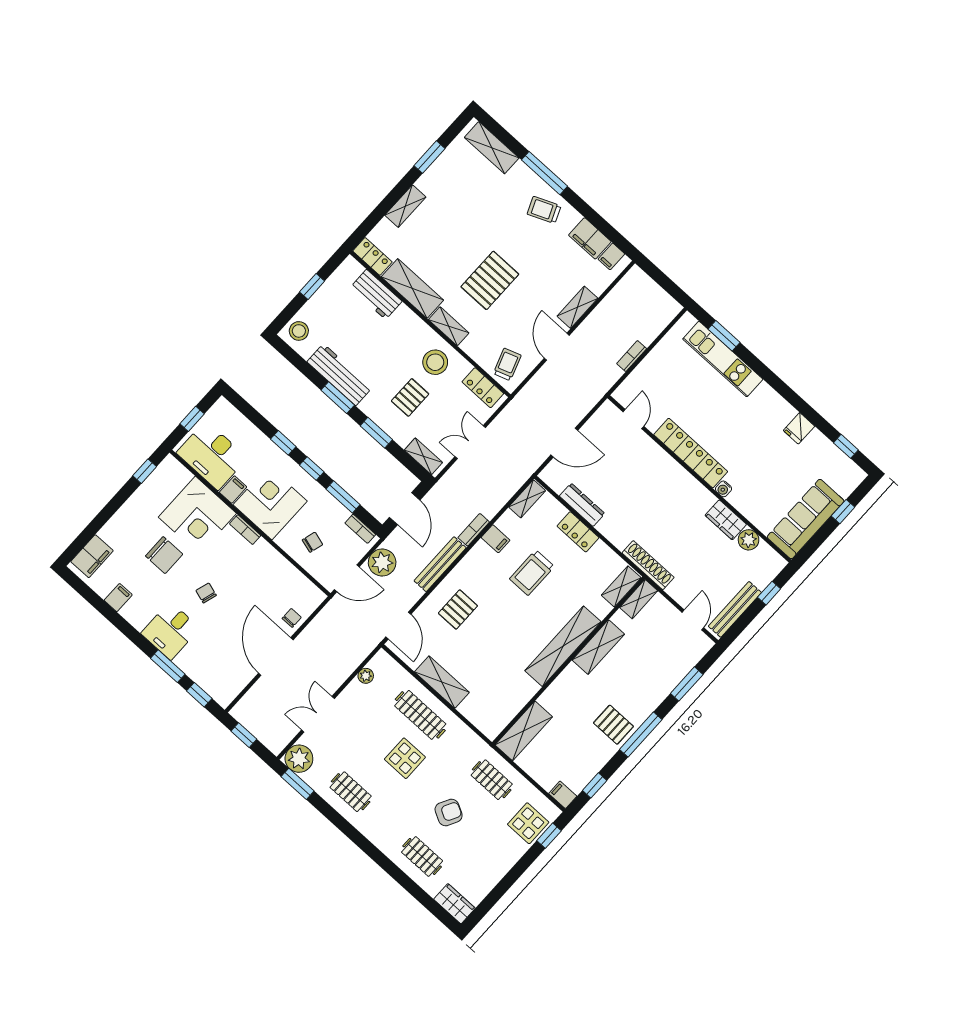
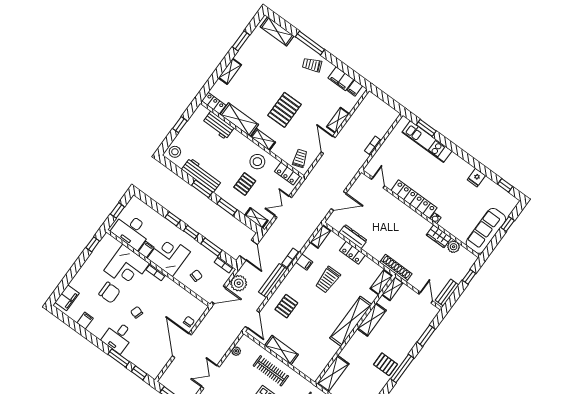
bench: (735, 609) -> (447, 293), width x0.73

